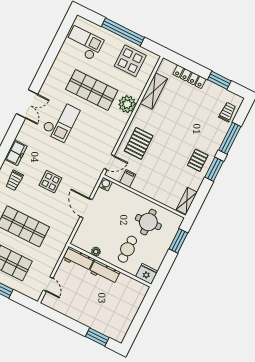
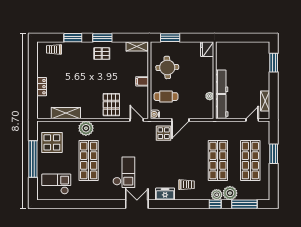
checkout: (84, 43) -> (56, 184), turned 90
locker: (189, 77) -> (42, 87), width x0.66
window: (219, 80) -> (33, 67), removed
double door: (27, 104) -> (137, 204), moved
checkout: (61, 121) -> (124, 172), turned 90
window: (230, 138) -> (73, 38), width x0.69
pallet: (139, 143) -> (111, 105), turned 90
filing cabinet: (128, 178) -> (142, 81), moved
display table: (50, 182) -> (164, 133), moved
cafe table: (127, 249) -> (166, 97), moved
shelving: (61, 308) -> (265, 101), added

